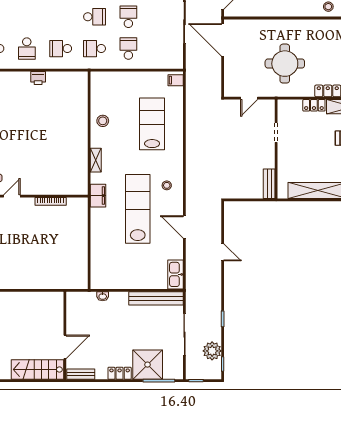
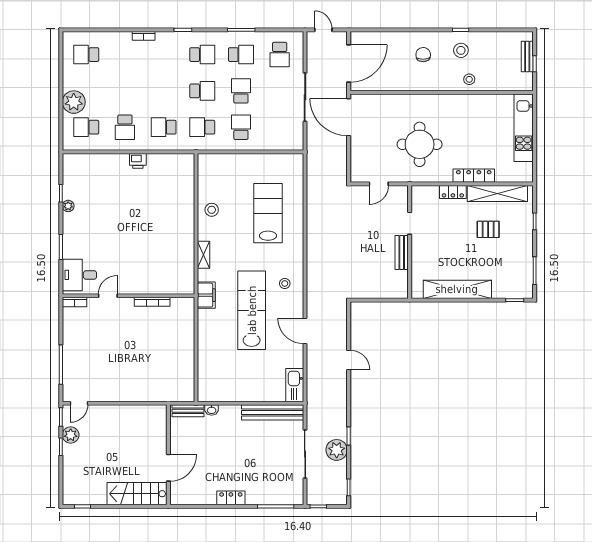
filing cabinet: (176, 80) -> (295, 163), removed
bench: (269, 184) -> (402, 252), moved
plant: (212, 351) -> (337, 450), moved
shower: (148, 365) -> (263, 488), removed
bench: (81, 374) -> (188, 411), moved

